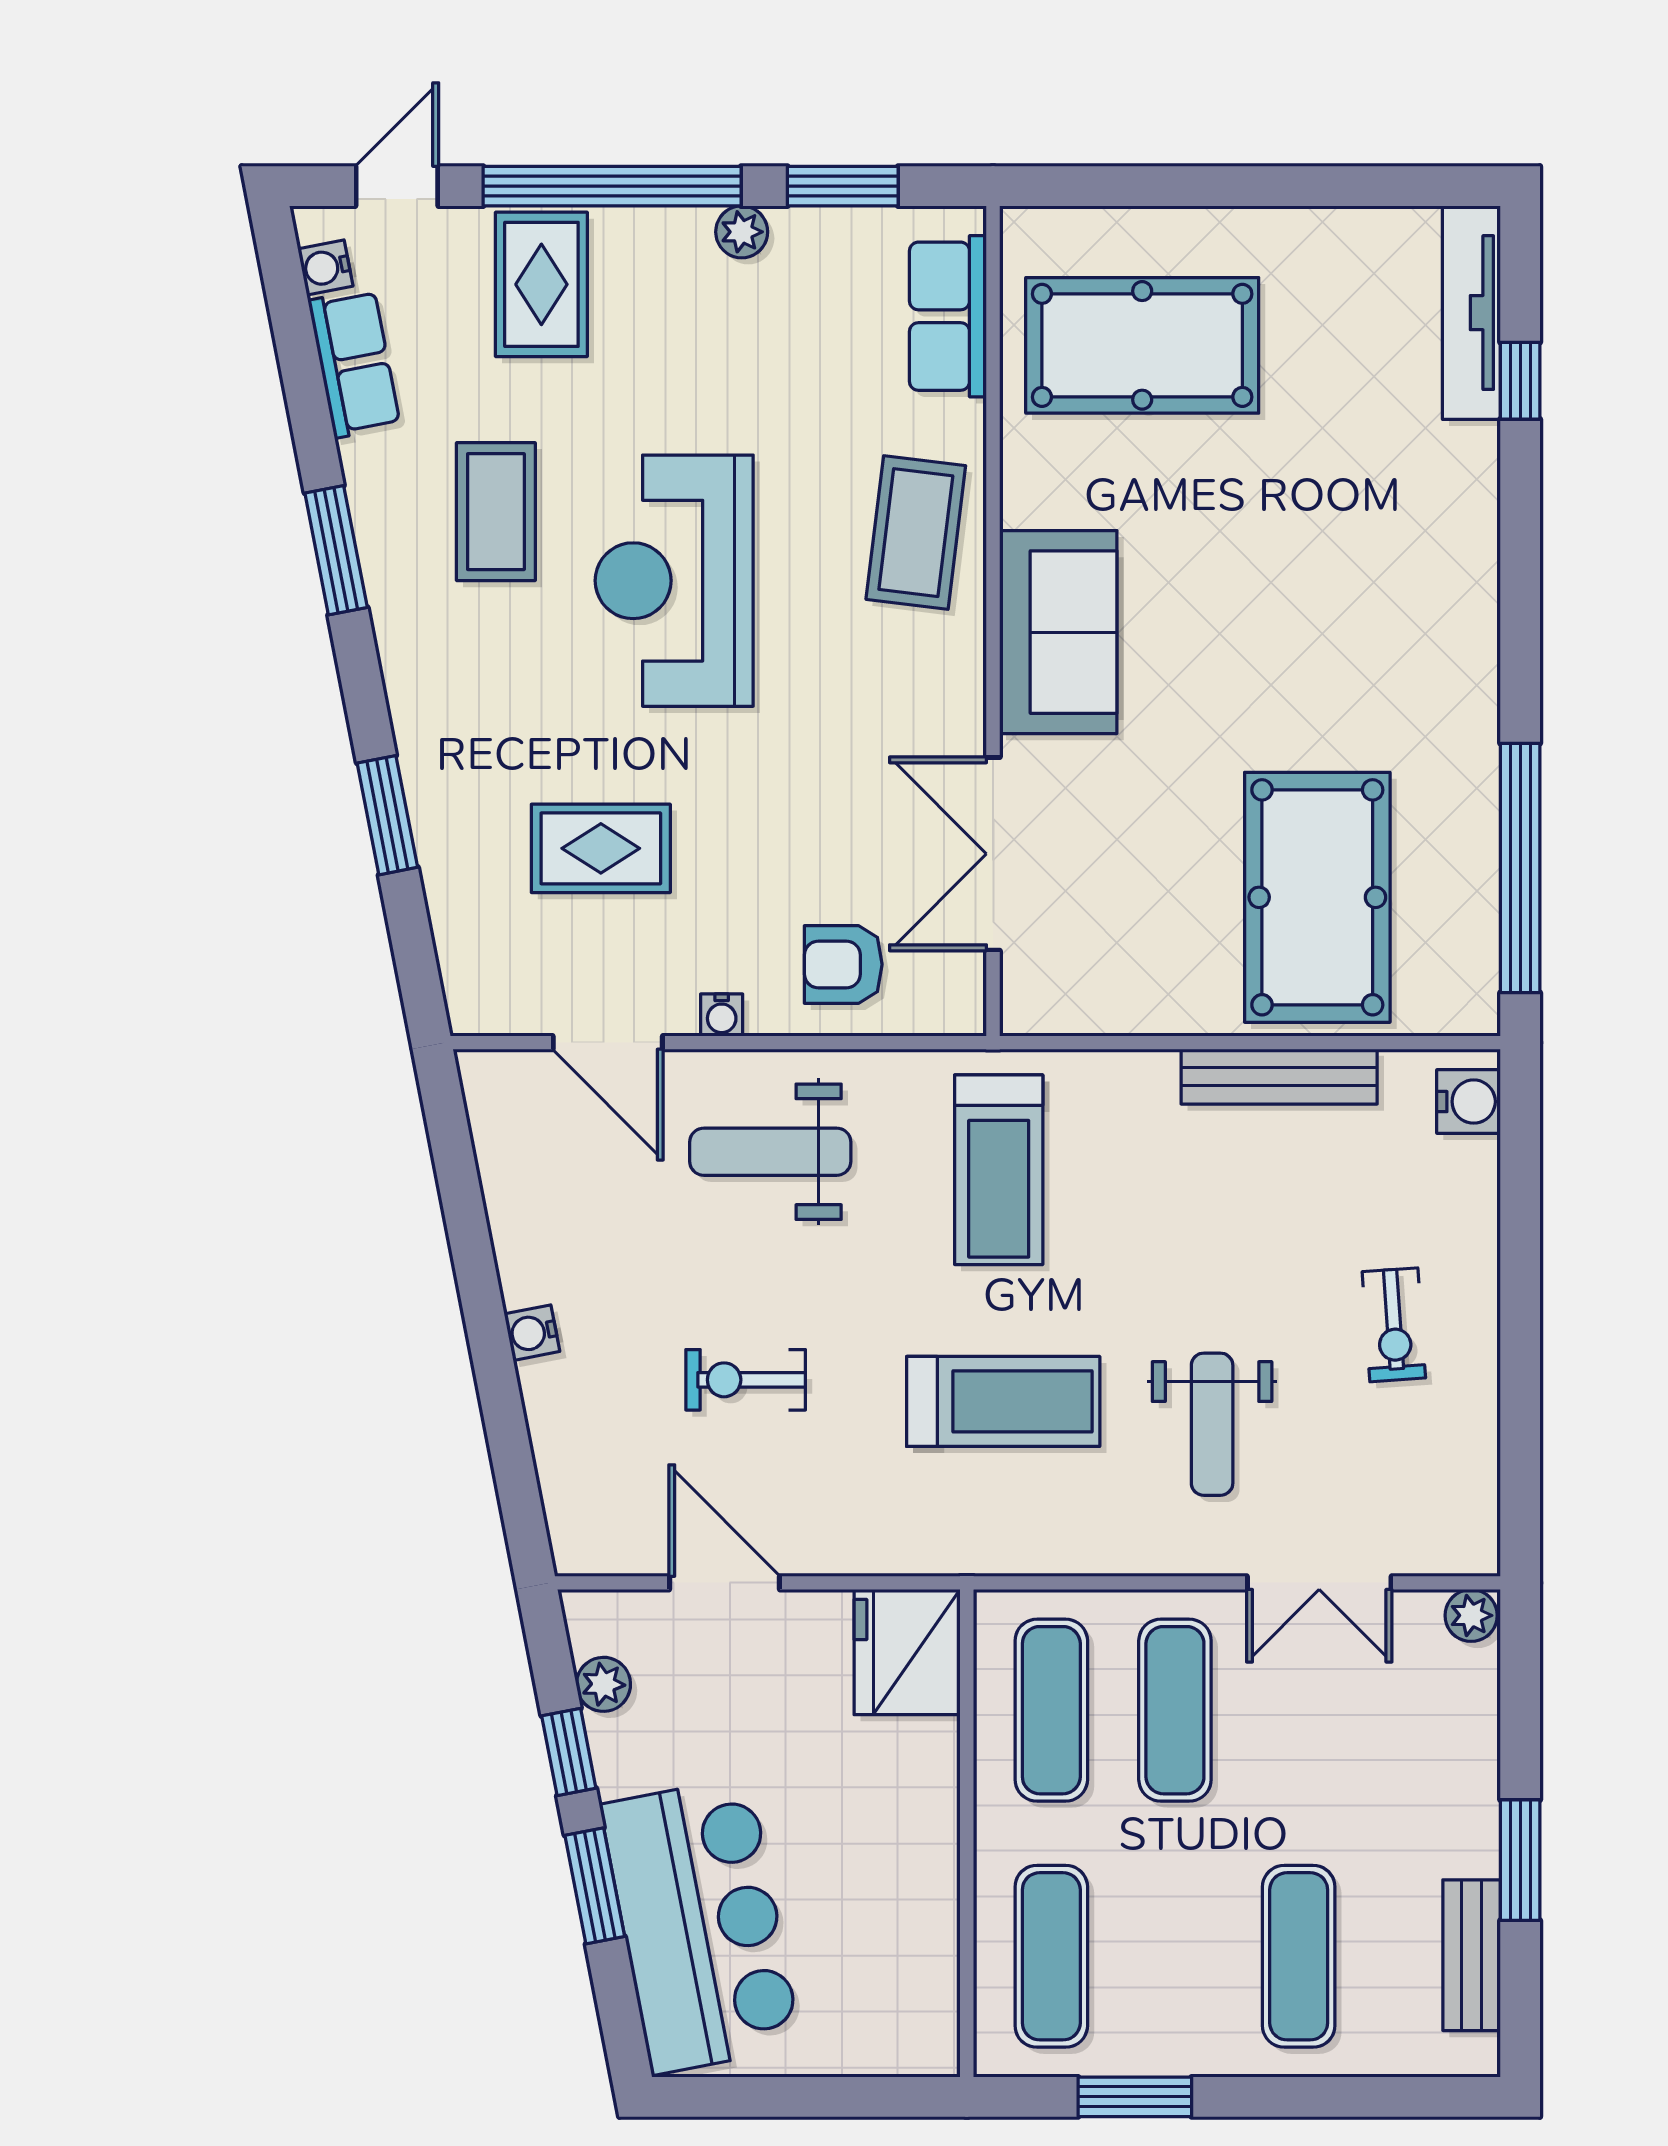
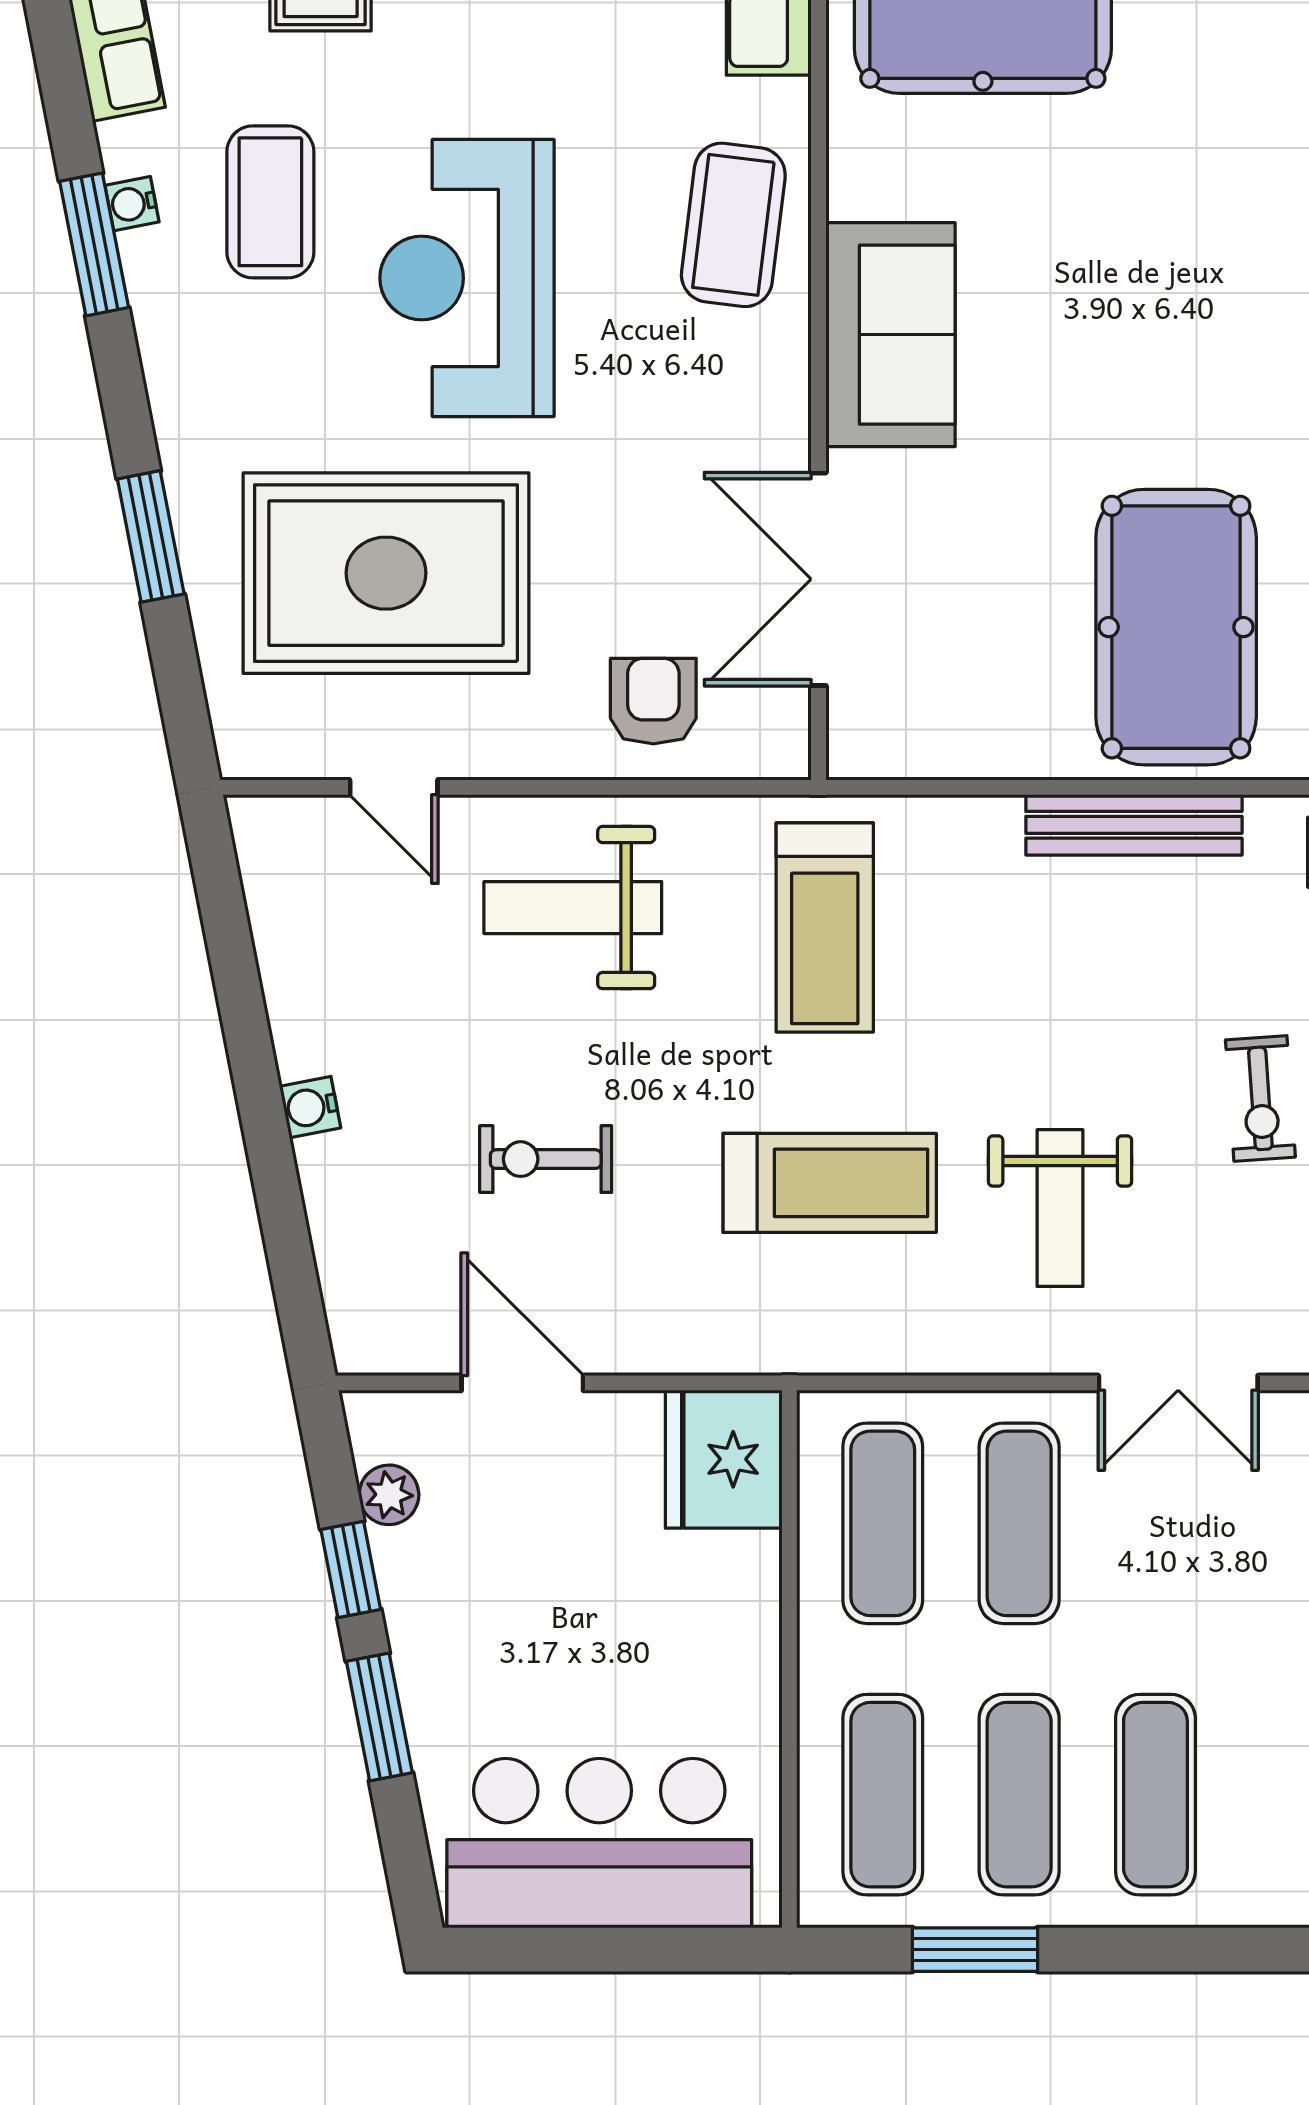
rug: (601, 848) -> (386, 573), width x1.86, depth x2.06
armchair: (843, 964) -> (653, 701), turned 90
water cooler: (722, 1015) -> (132, 204), moved, turned 79
door: (608, 1043) -> (394, 787), width x0.73
bar counter: (701, 1926) -> (599, 1843), moved, turned -79
exercise mat: (1175, 1956) -> (1019, 1795), added

